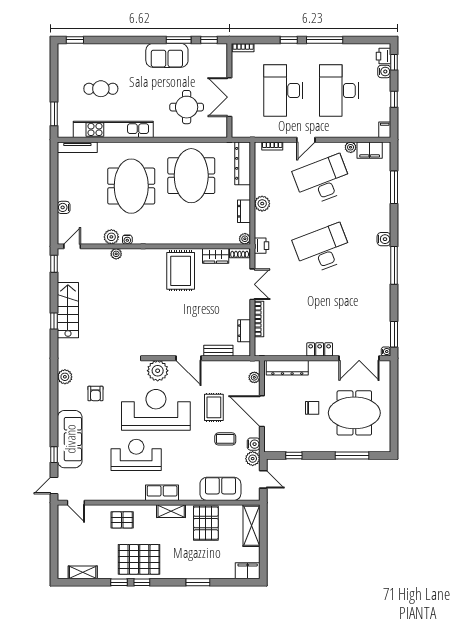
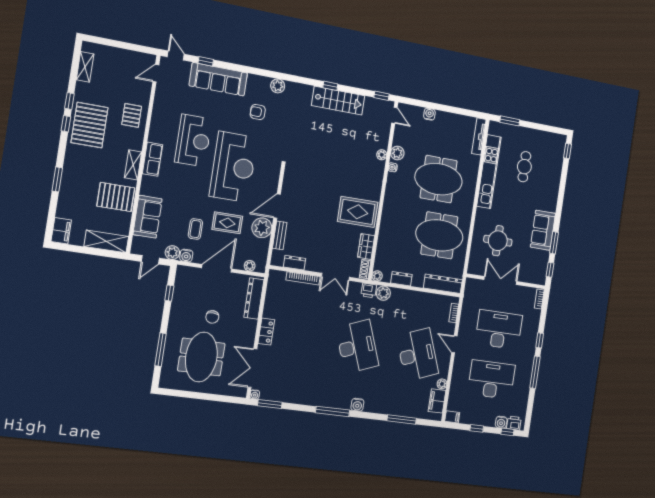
plant: (262, 204) -> (383, 293), moved
plant: (158, 371) -> (262, 228), moved

